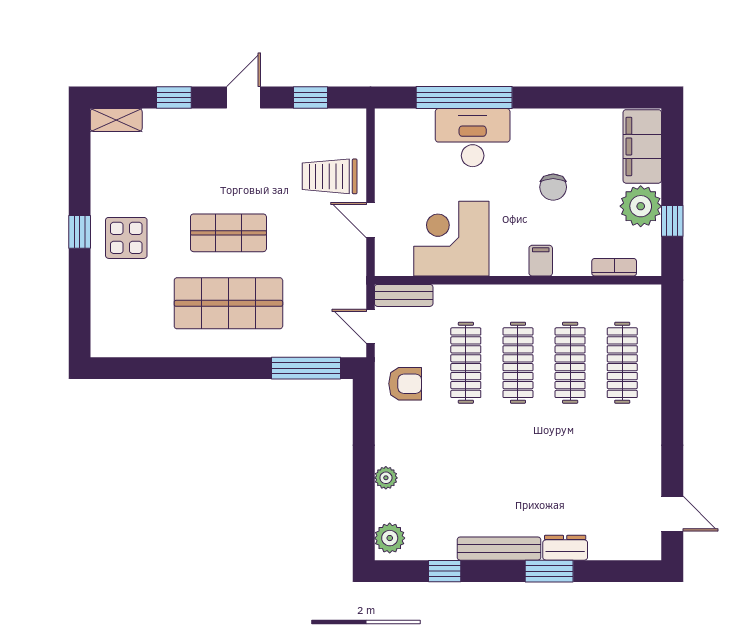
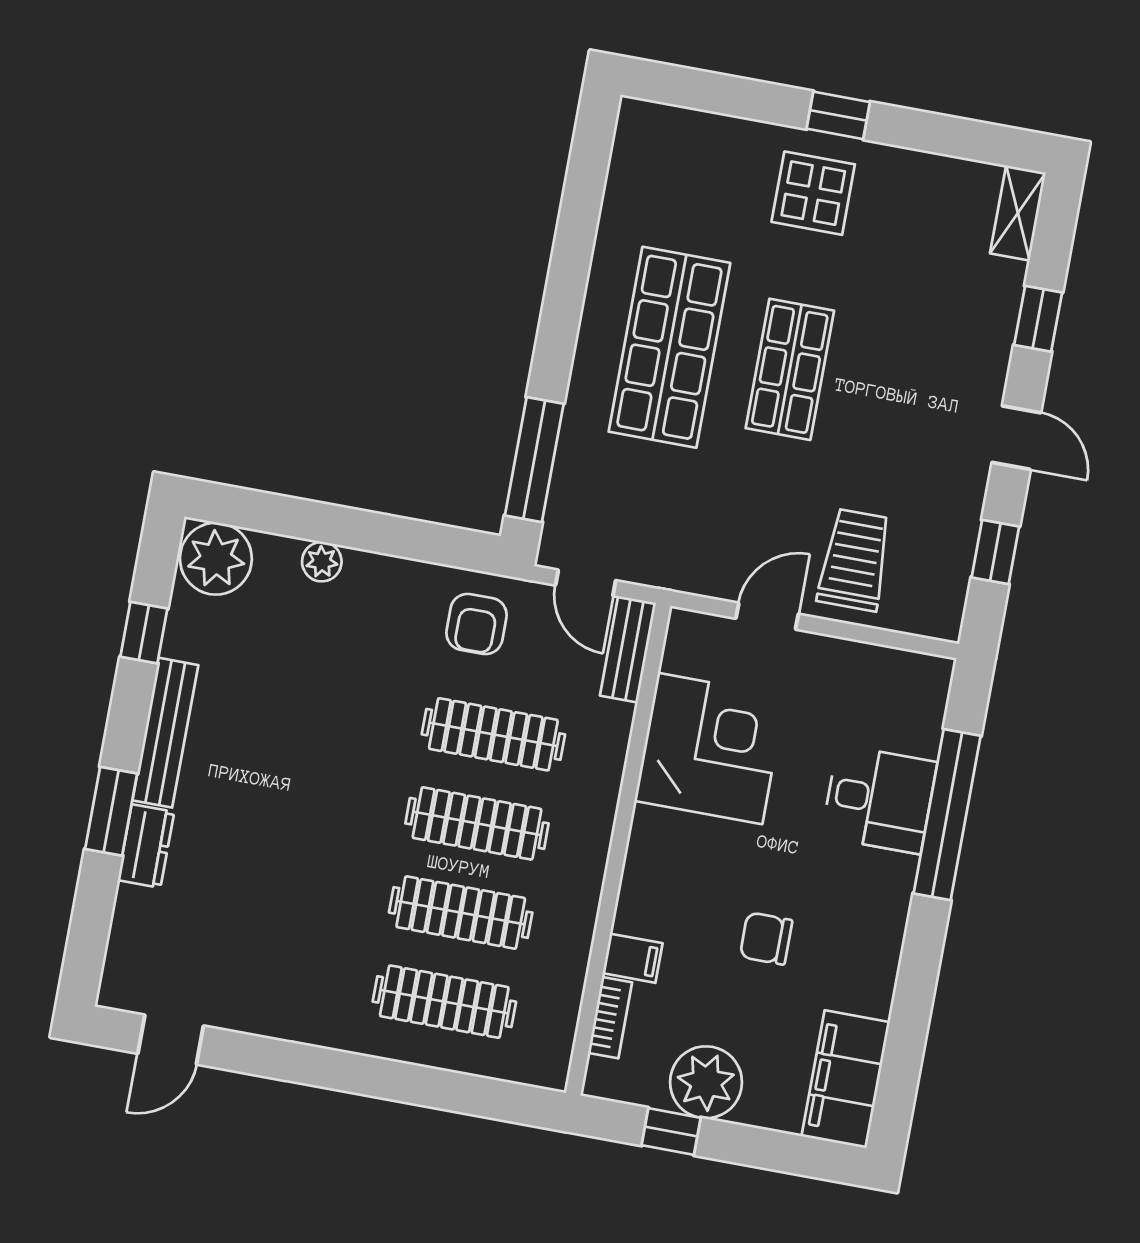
desk: (473, 138) -> (879, 799), width x0.73
filing cabinet: (642, 146) -> (846, 1079), moved, turned -90
filing cabinet: (541, 261) -> (633, 958), moved
door: (371, 326) -> (586, 583), swing flipped
plant: (390, 538) -> (216, 559), width x1.36, depth x1.36

